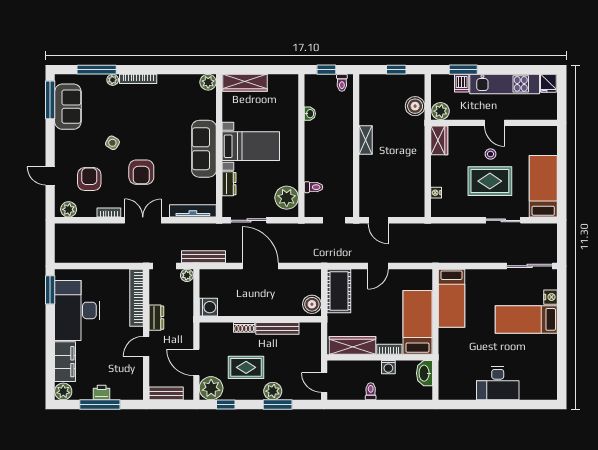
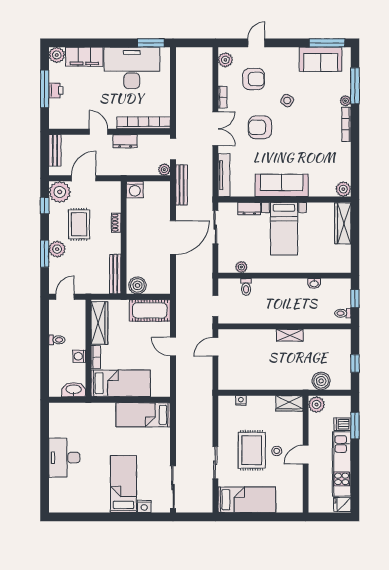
plant: (287, 198) -> (241, 267), width x0.53, depth x0.53
bench: (277, 328) -> (115, 274), moved

